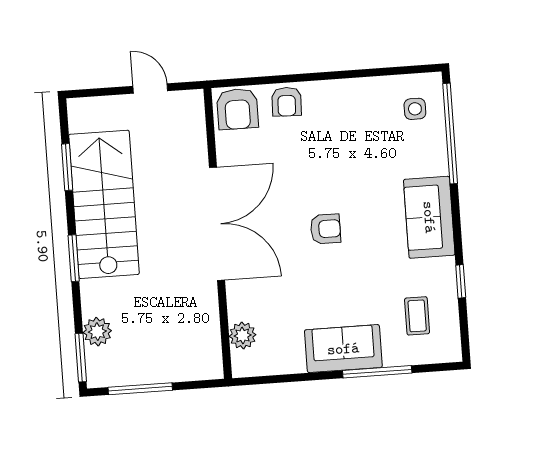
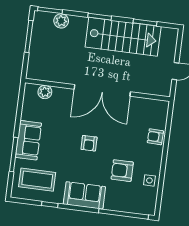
armchair: (237, 109) -> (122, 171), moved
side table: (415, 109) -> (149, 180), moved
coffee table: (417, 316) -> (37, 180), width x1.86, depth x1.72

